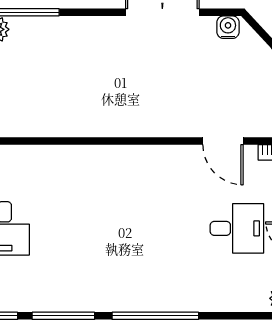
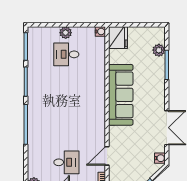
sofa: (92, 111) -> (121, 95), added
desk: (237, 228) -> (66, 162), turned -90

